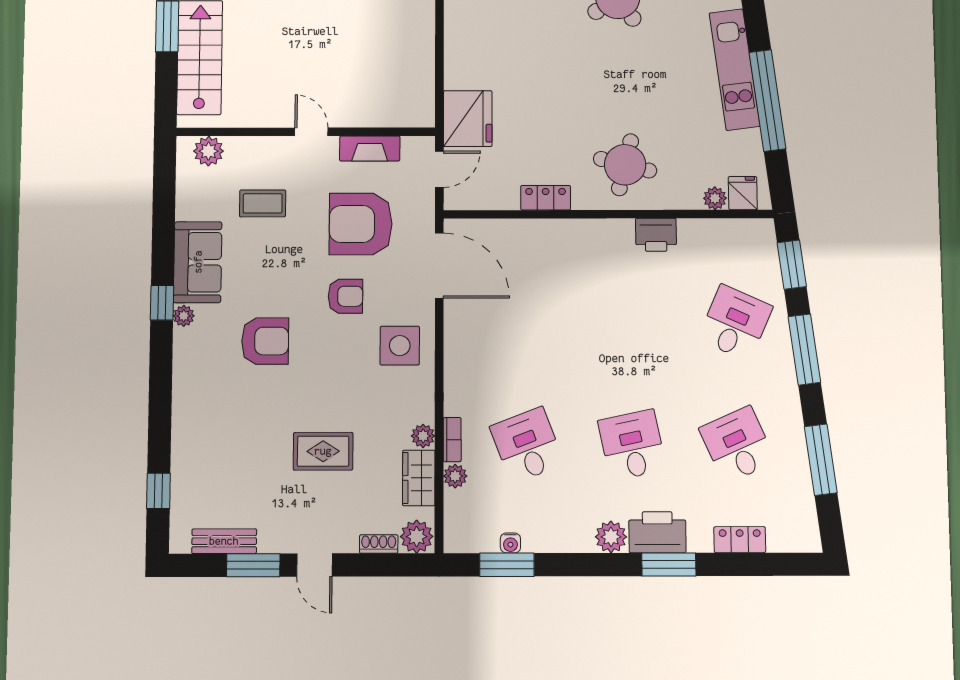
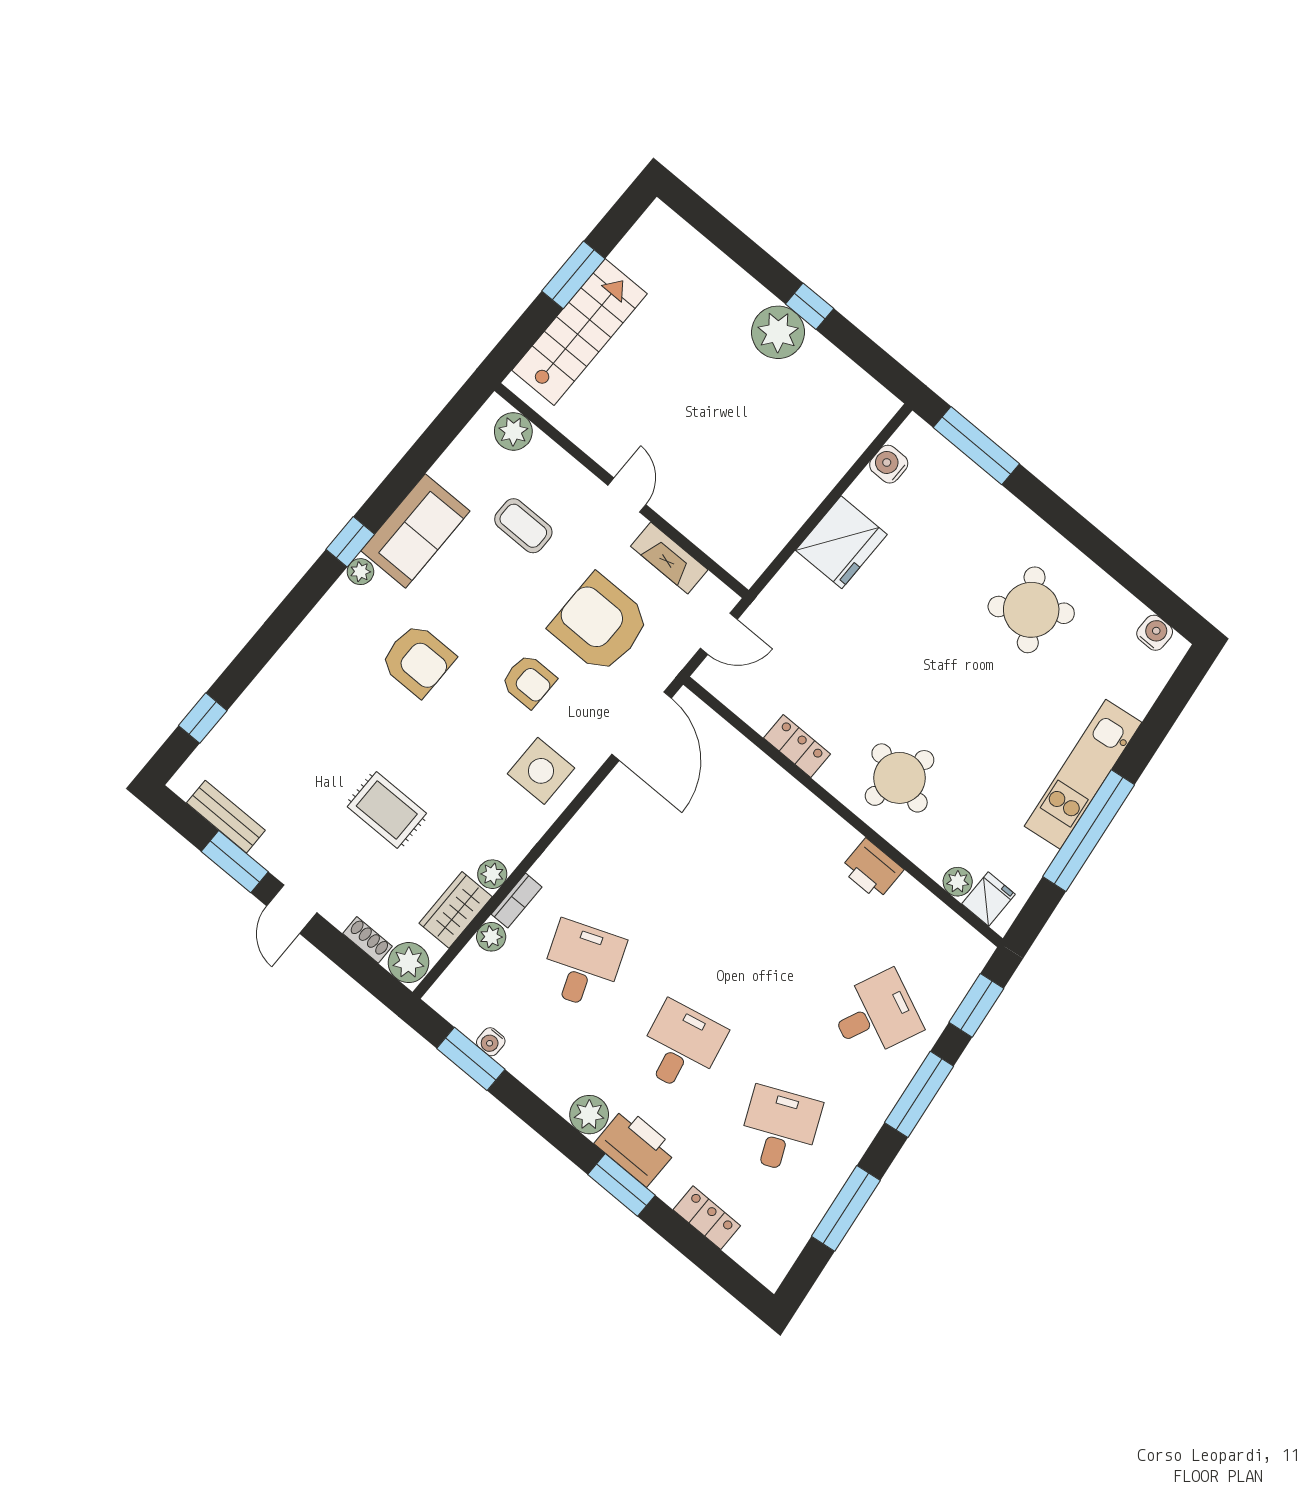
fridge: (468, 119) -> (841, 542), moved

